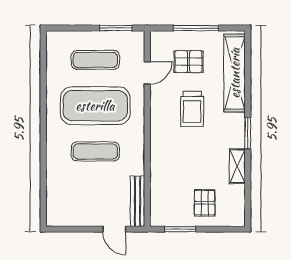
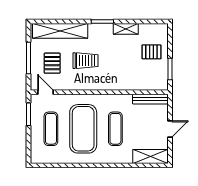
door: (147, 73) -> (45, 92), moved
shelving: (56, 201) -> (150, 156), added
door: (114, 229) -> (170, 129), moved

